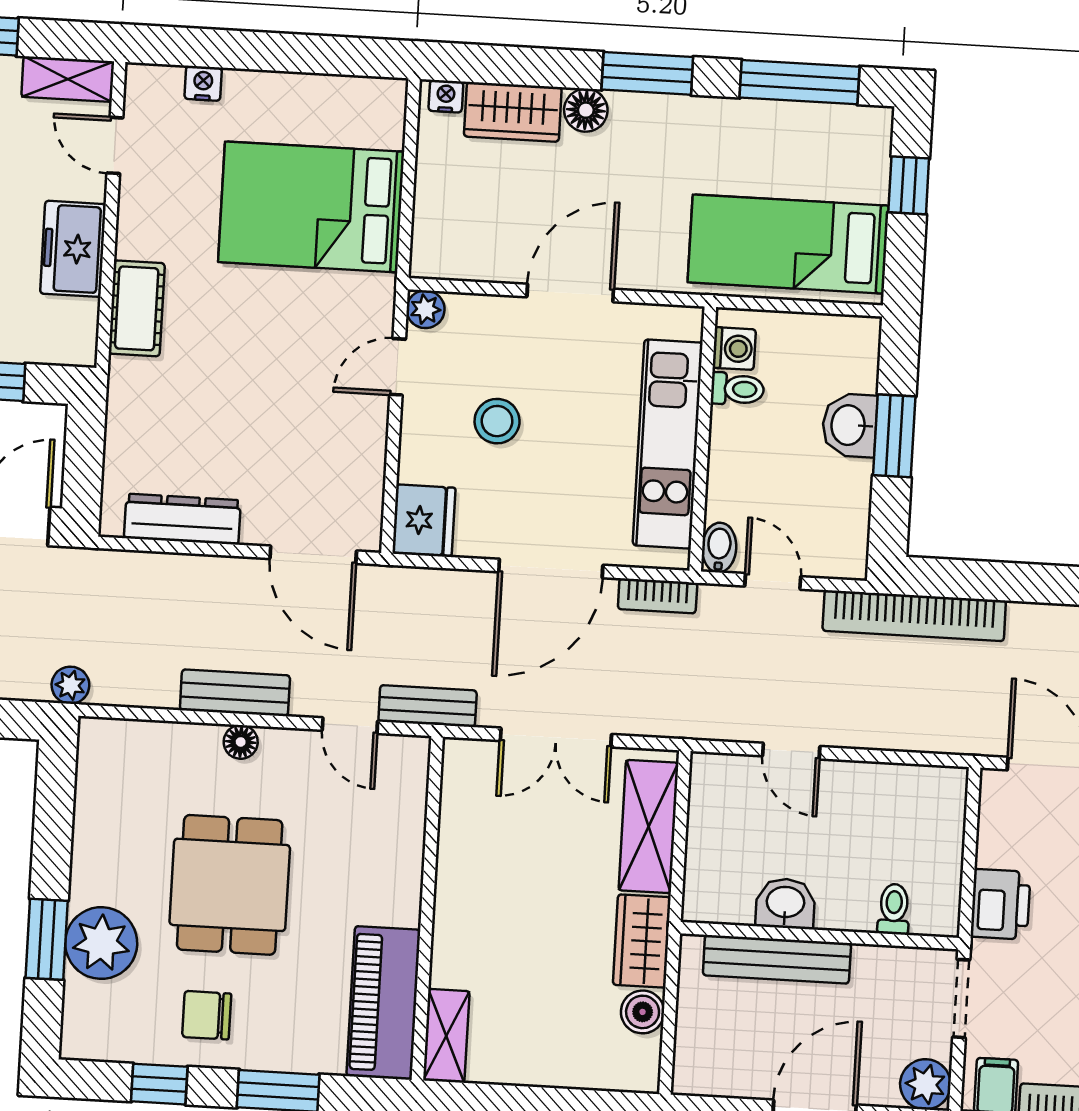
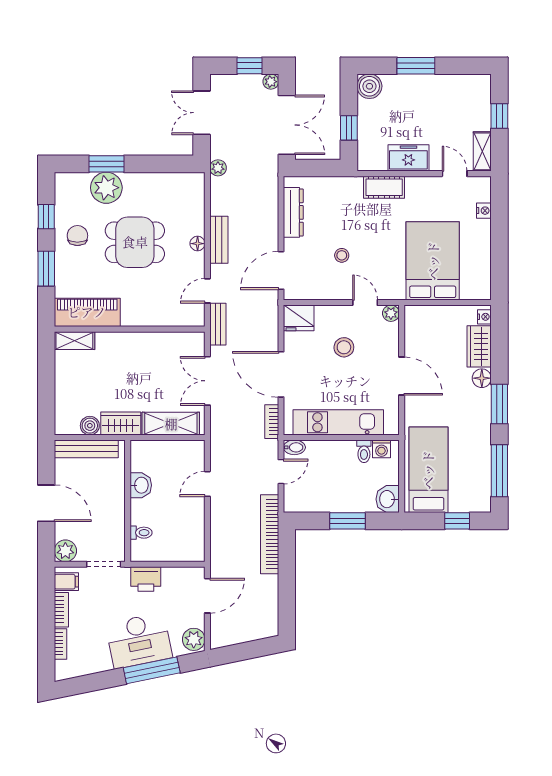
door: (115, 145) -> (455, 174), hinge flipped
stool: (287, 414) -> (342, 255), added
washbasin: (850, 425) -> (388, 499), moved, turned -90
bench: (777, 959) -> (86, 449), moved, turned 90

